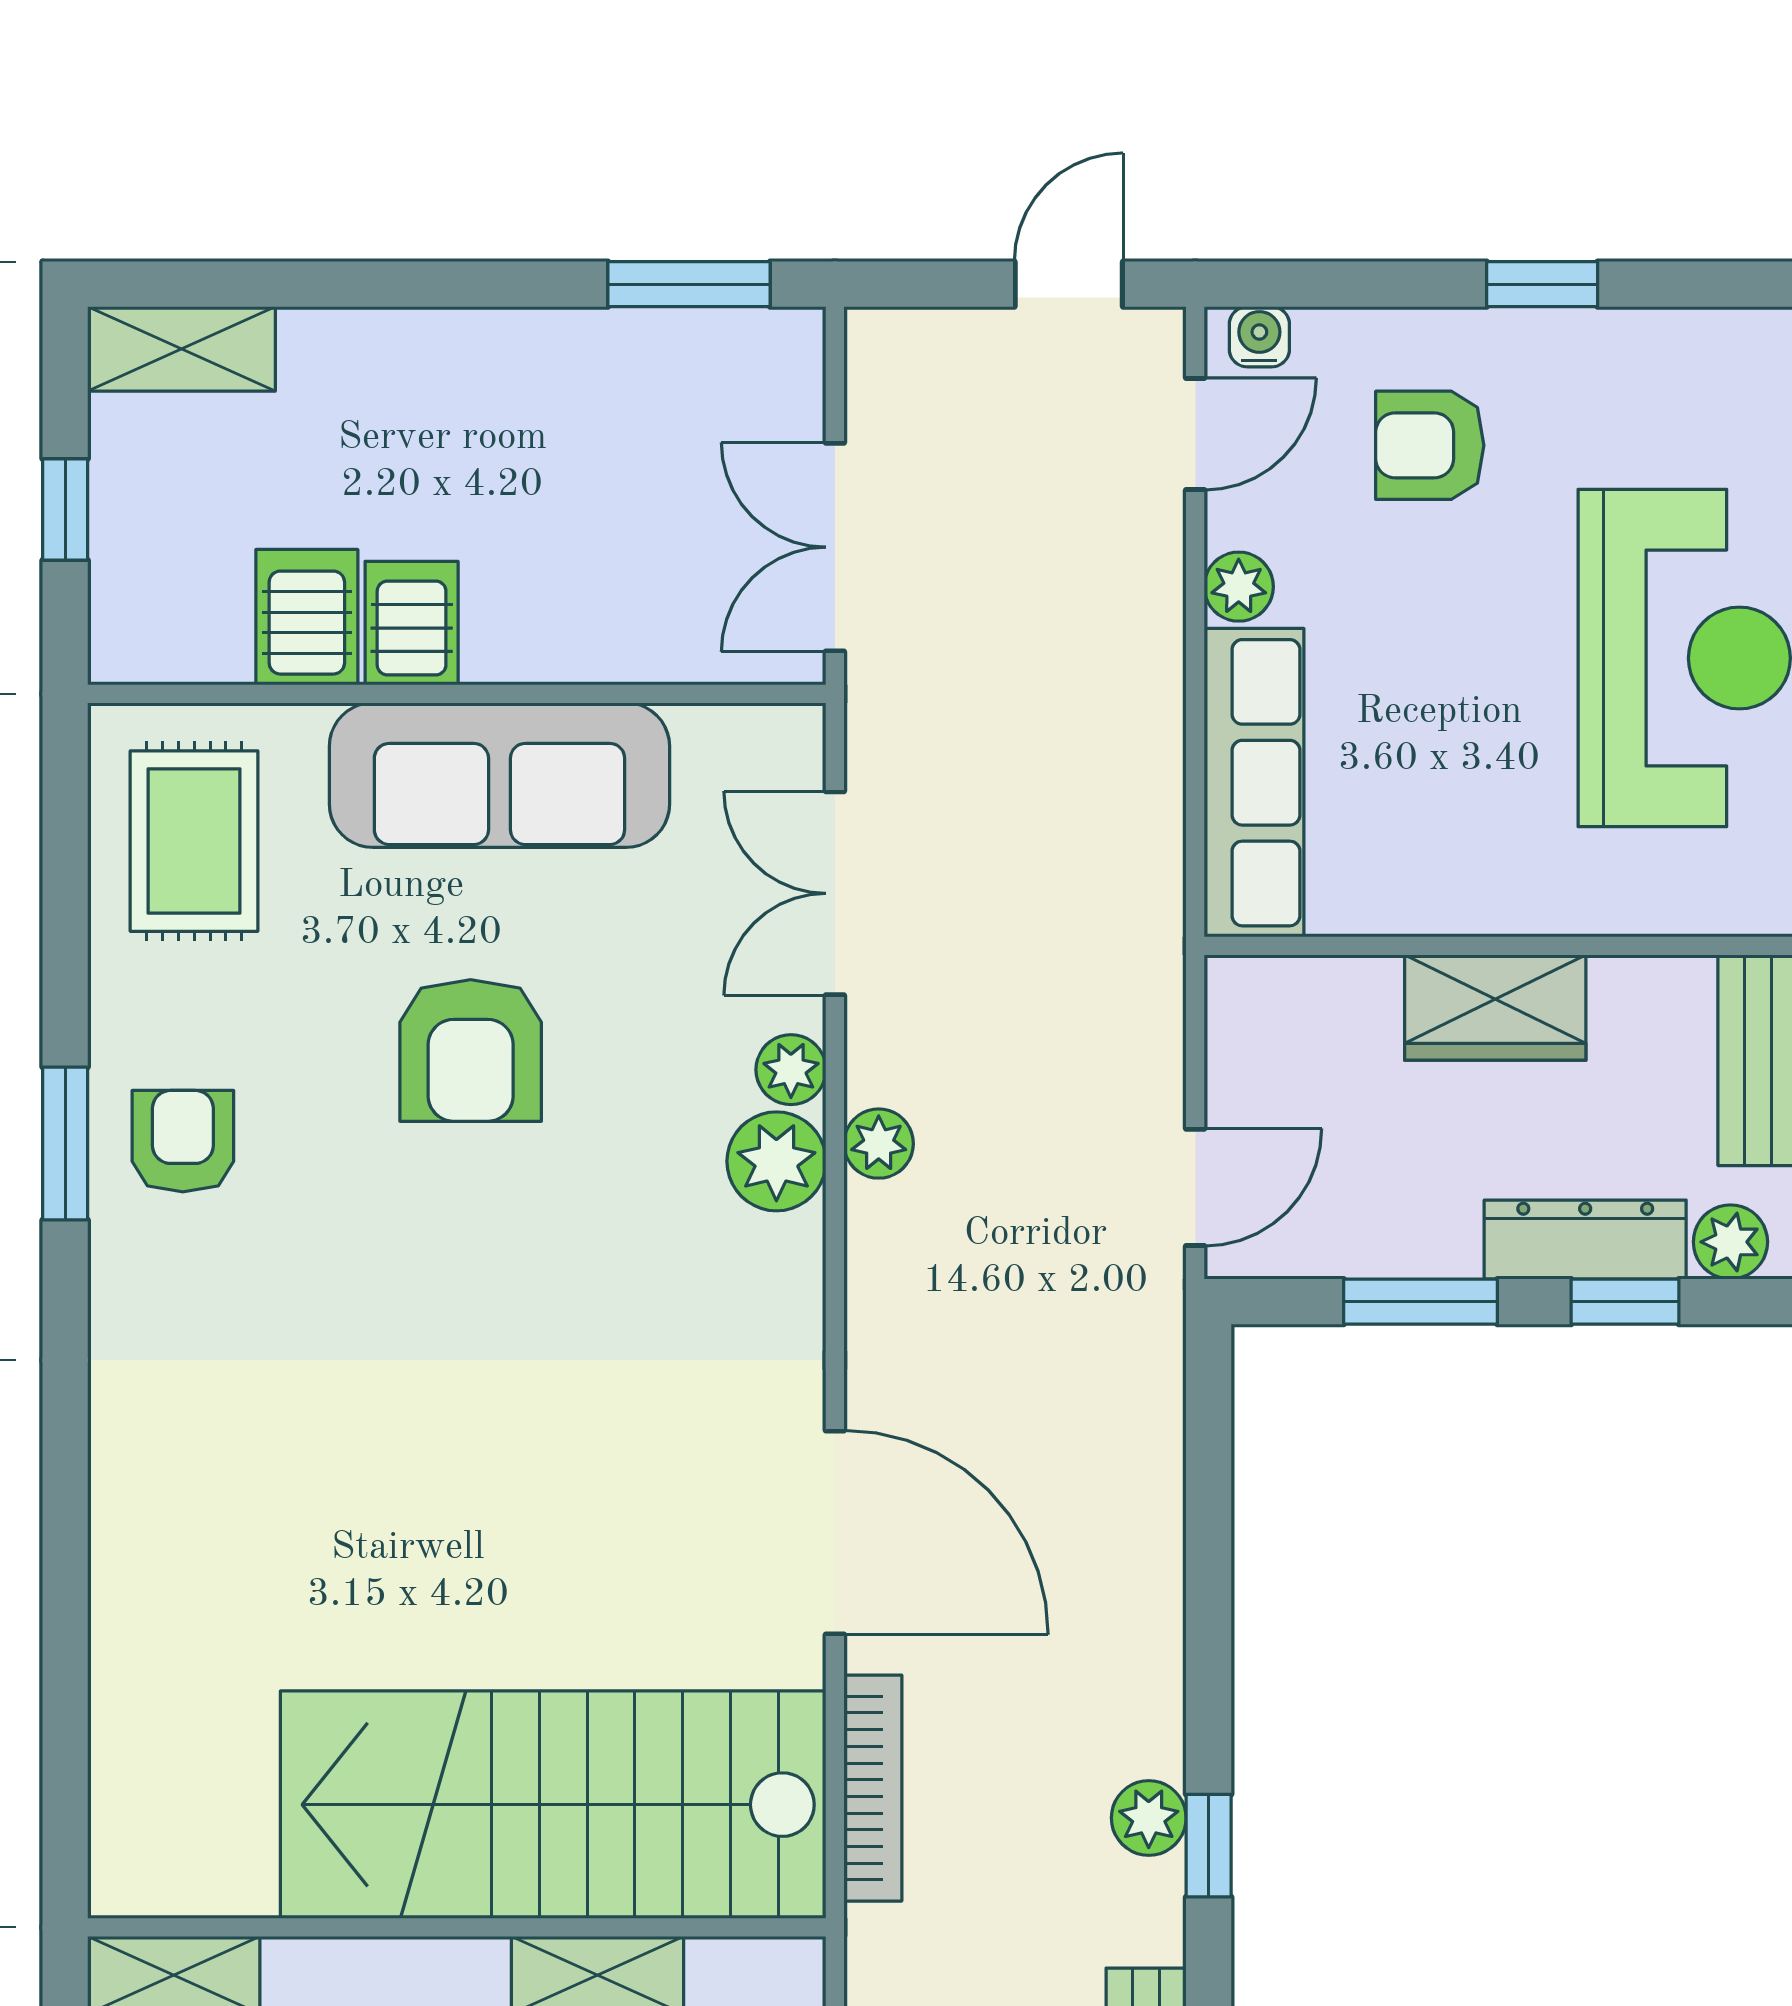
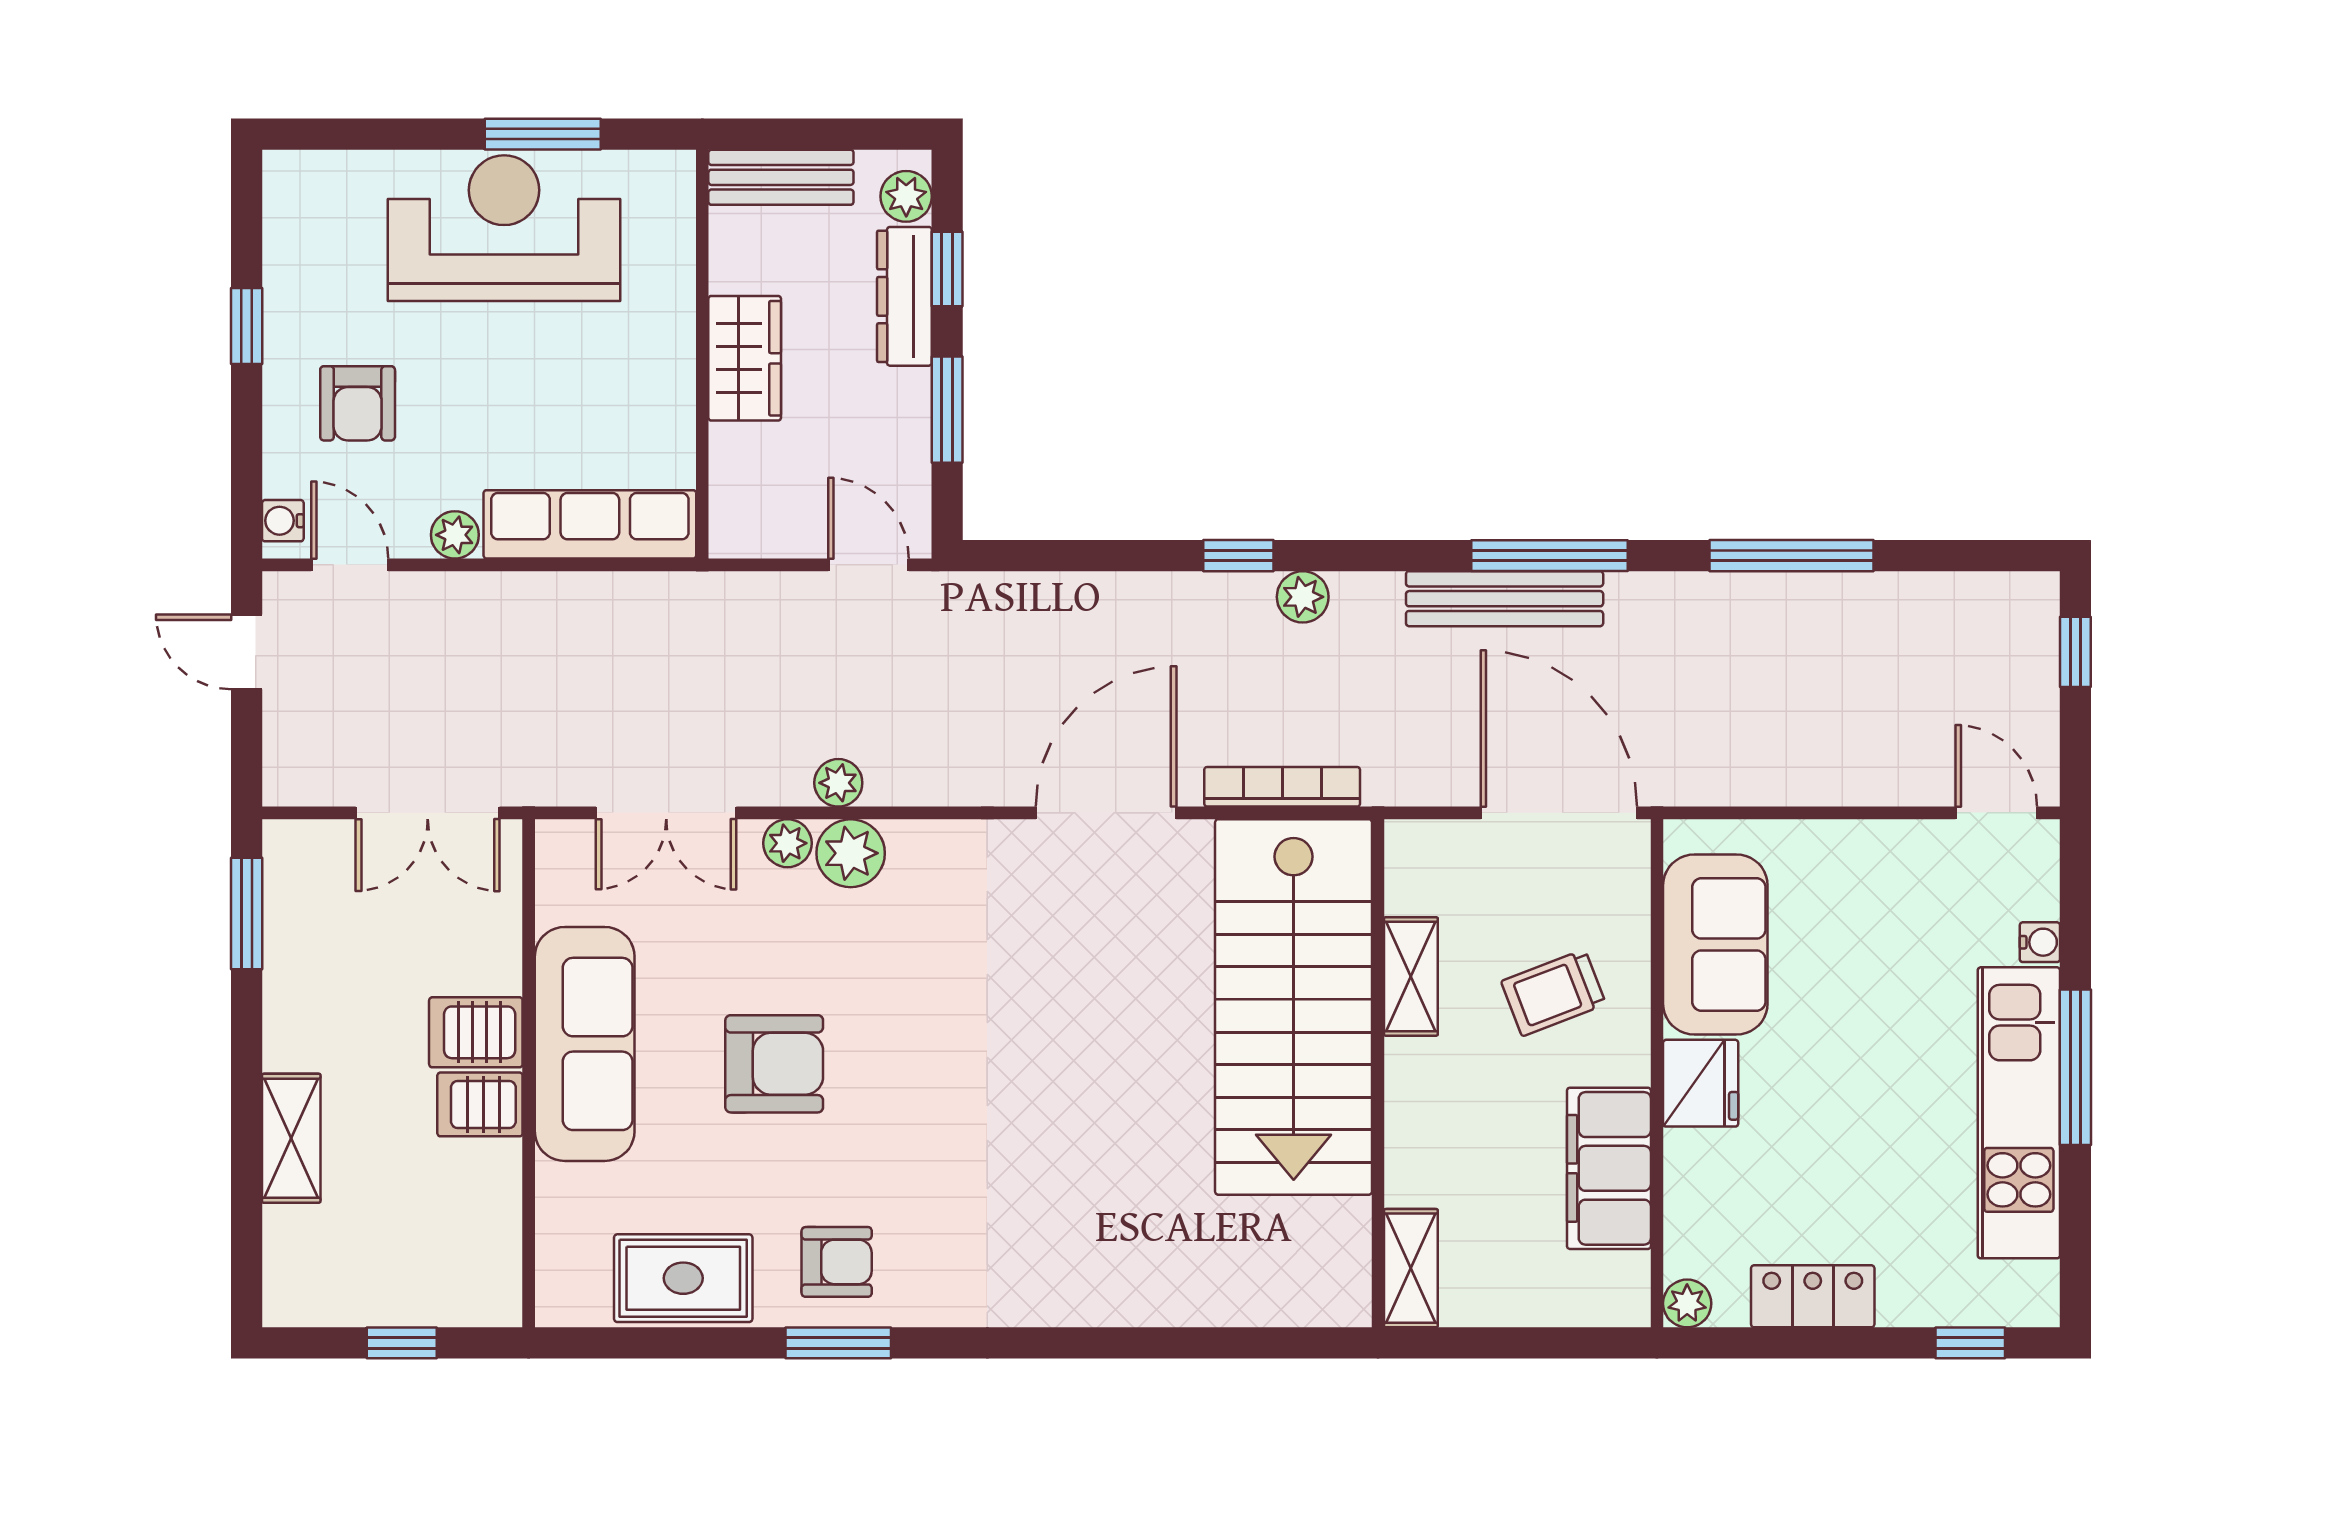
shelving: (182, 349) -> (291, 1138), moved
server rack: (307, 617) -> (476, 1032), moved
rug: (194, 841) -> (683, 1278), moved
armchair: (183, 1141) -> (837, 1262), turned 180
window: (1209, 1846) -> (1238, 556), moved

